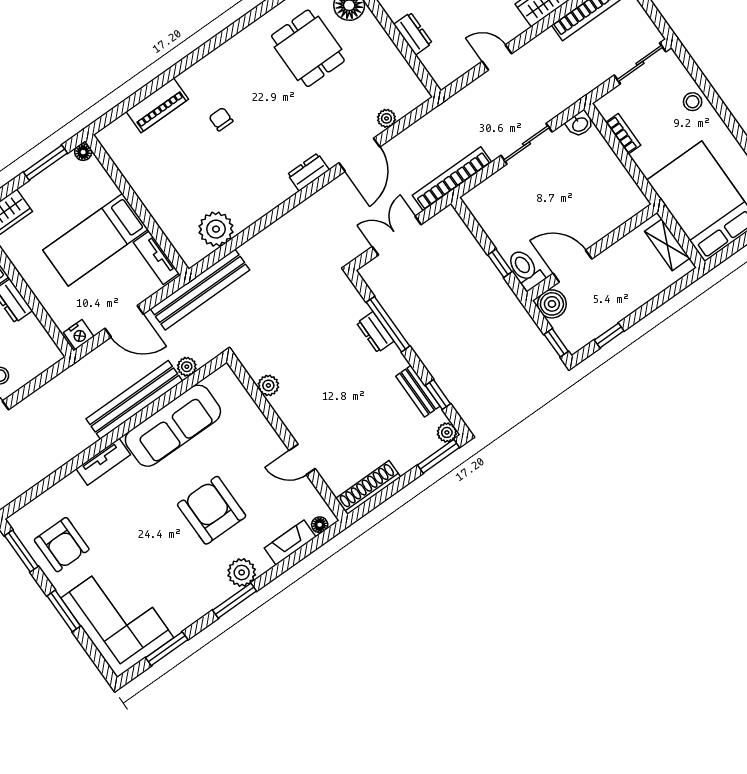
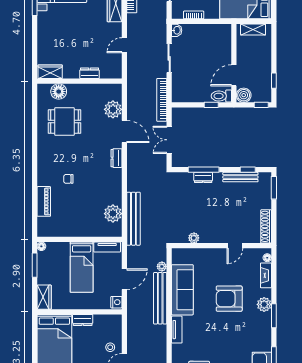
plant: (386, 118) -> (113, 109), width x1.88, depth x1.88
bench: (200, 289) -> (133, 219), moved
bench: (418, 391) -> (240, 177), width x1.36
plant: (447, 432) -> (266, 177), removed

